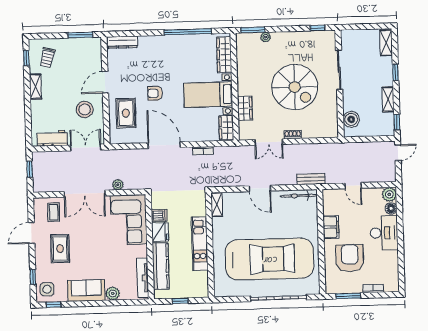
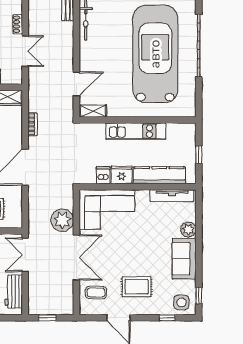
plant: (118, 185) -> (62, 220), width x1.87, depth x1.87
door: (260, 188) -> (76, 84), moved

